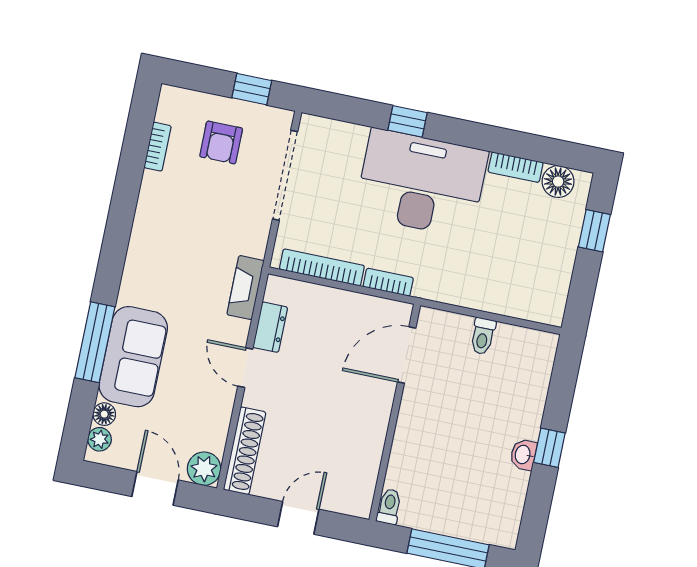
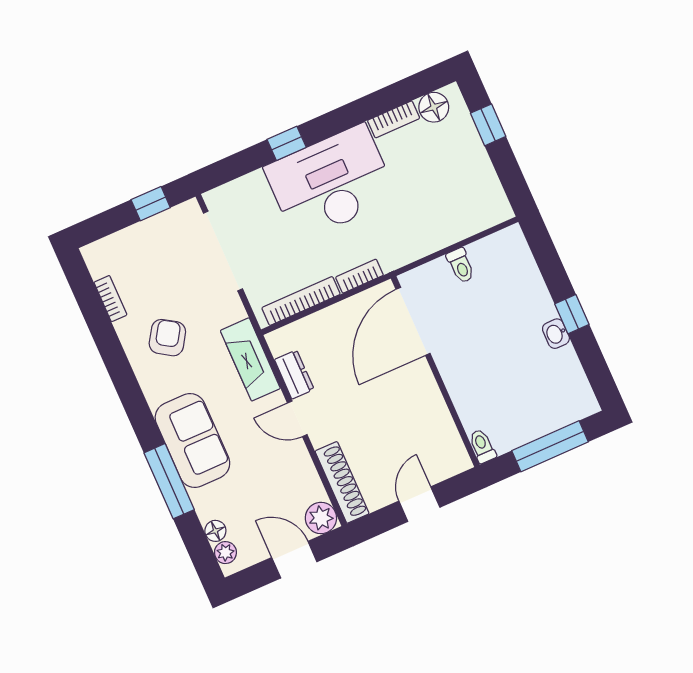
armchair: (221, 142) -> (167, 338), moved, turned -147
fireplace: (245, 288) -> (250, 359), width x1.37, depth x1.32
door: (407, 355) -> (413, 321), width x1.36
sofa: (133, 357) -> (192, 440), moved

